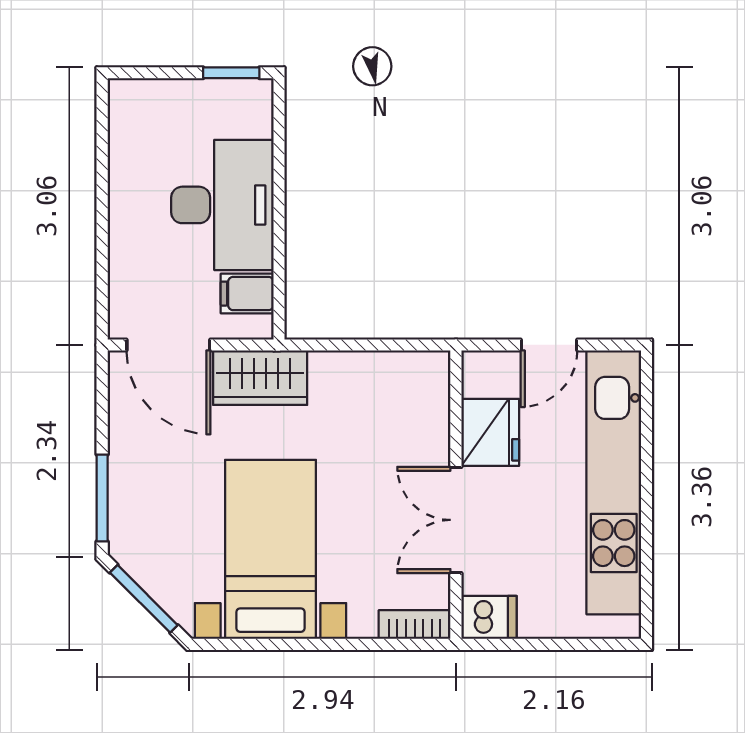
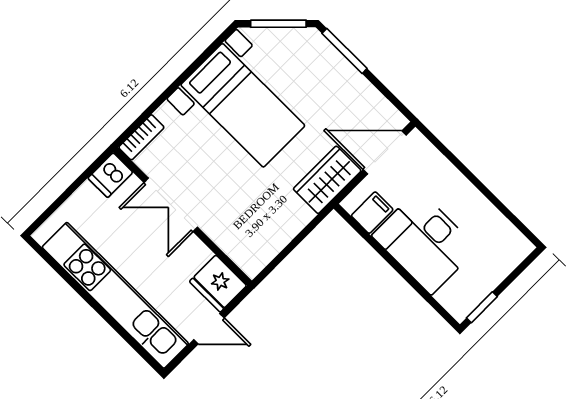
door: (549, 345) -> (209, 329), swing flipped
fridge: (490, 432) -> (218, 284), moved
double door: (456, 520) -> (171, 205), swing flipped

